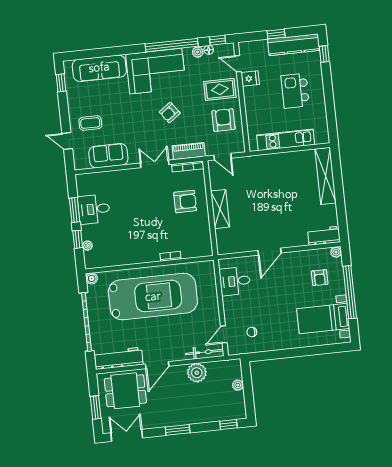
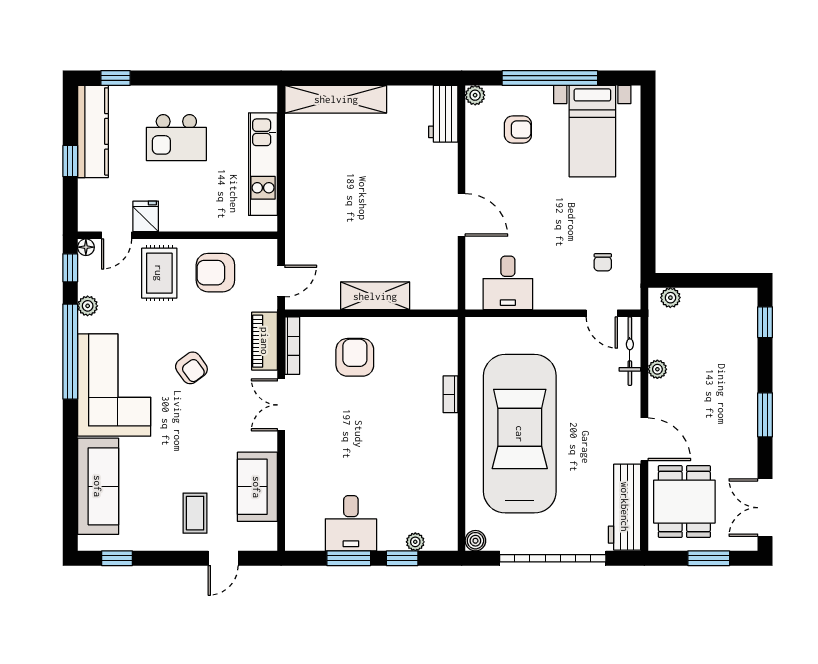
floor lamp: (209, 50) -> (86, 247), moved
plant: (197, 373) -> (657, 369), width x0.53, depth x0.53
plant: (238, 385) -> (670, 298), moved

